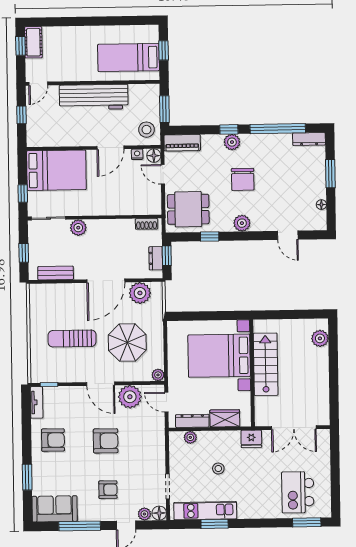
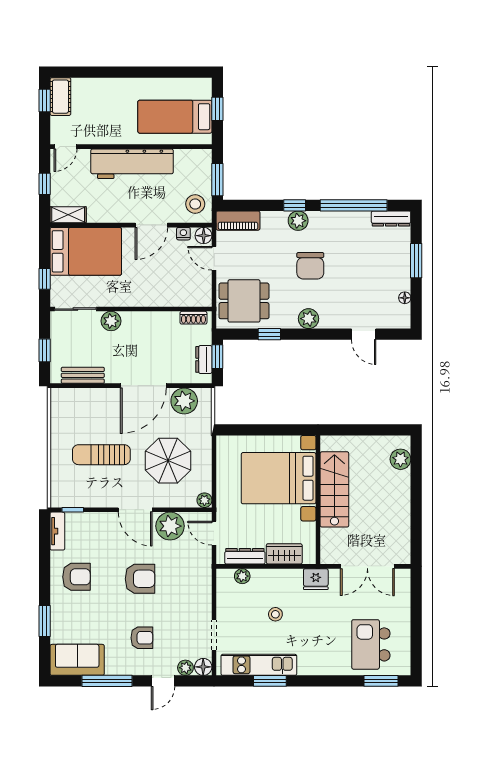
shelving: (41, 140) -> (68, 215), added

